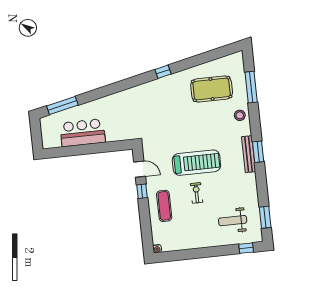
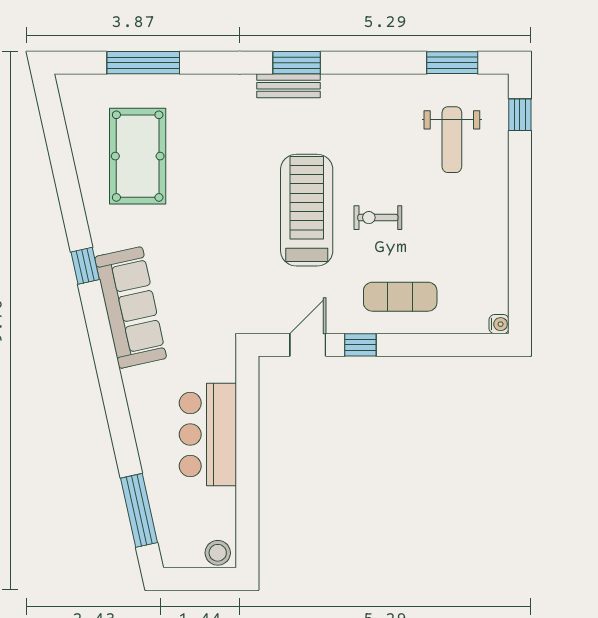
sofa: (147, 93) -> (131, 308), added
stool: (240, 115) -> (218, 553), moved
bar counter: (83, 133) -> (208, 434), moved
bench: (249, 154) -> (288, 86), width x0.73

